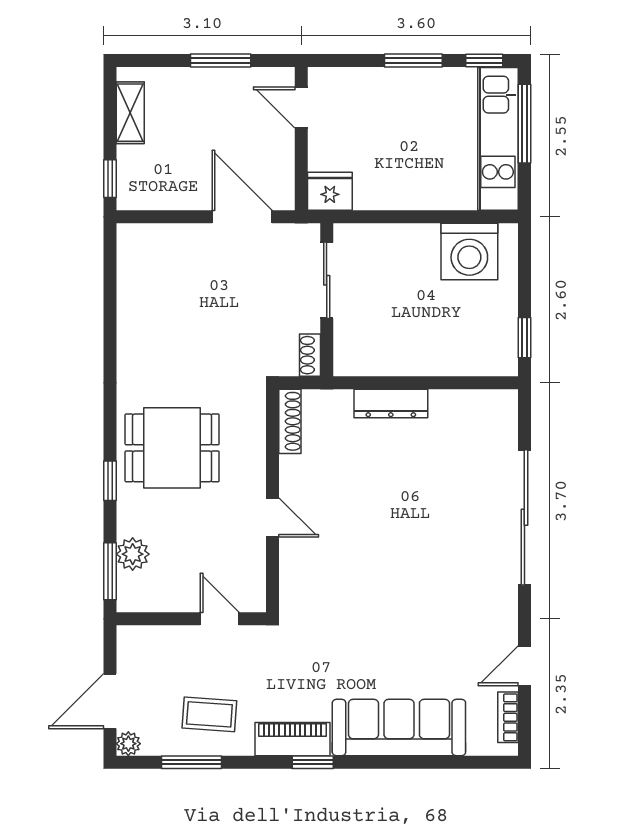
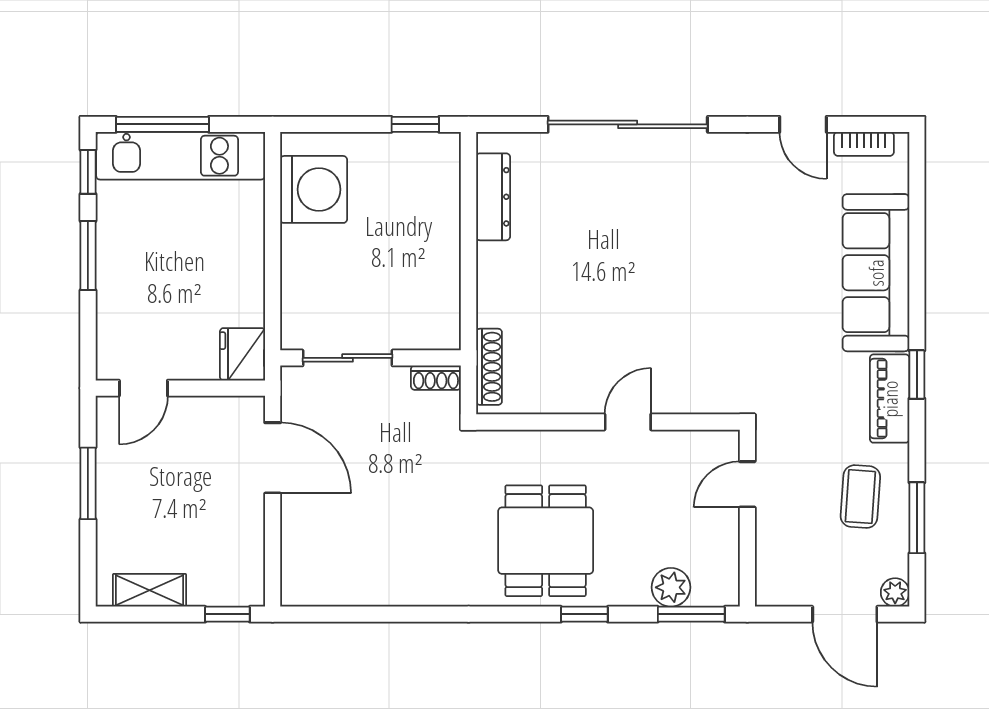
door: (242, 217) -> (273, 458), swing flipped
dresser: (391, 403) -> (493, 197), moved
shoe rack: (290, 421) -> (489, 367), moved, turned 90

